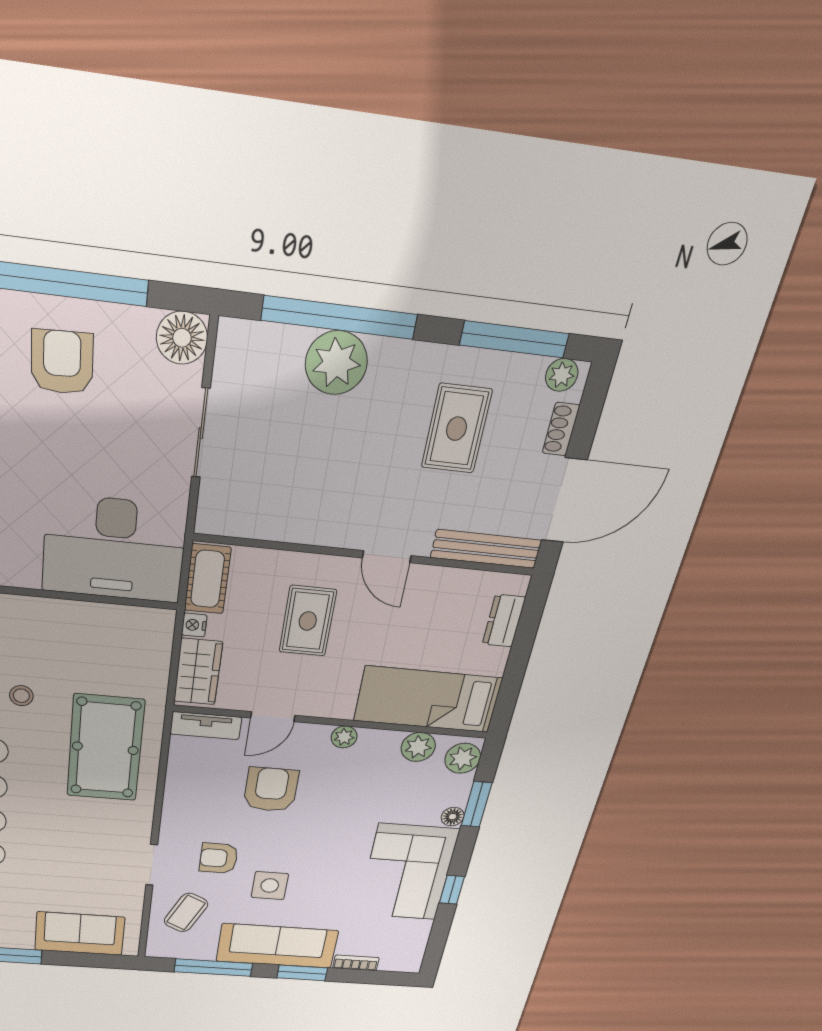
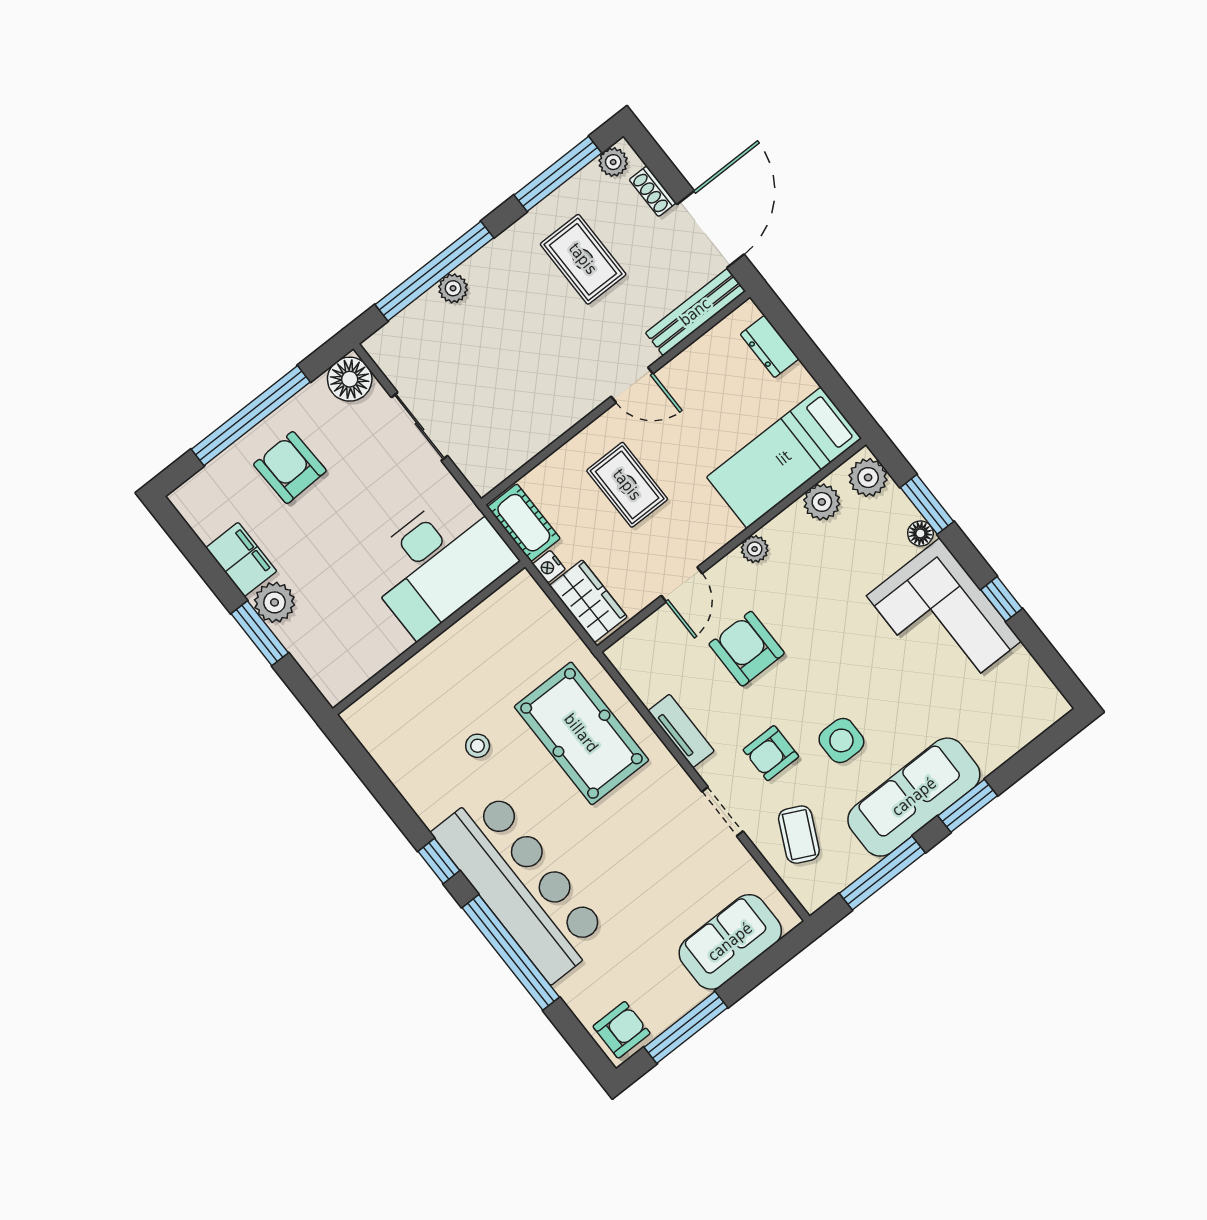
plant: (336, 363) -> (453, 288), width x0.53, depth x0.53
tv unit: (206, 726) -> (681, 731), moved, turned -90
bookcase: (356, 963) -> (1004, 750), removed

